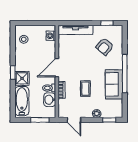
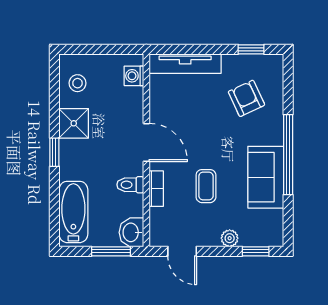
armchair: (105, 47) -> (246, 98), turned 115
door: (57, 68) -> (146, 142), swing flipped
shower: (22, 78) -> (74, 123), moved
washbasin: (50, 100) -> (131, 232), moved

